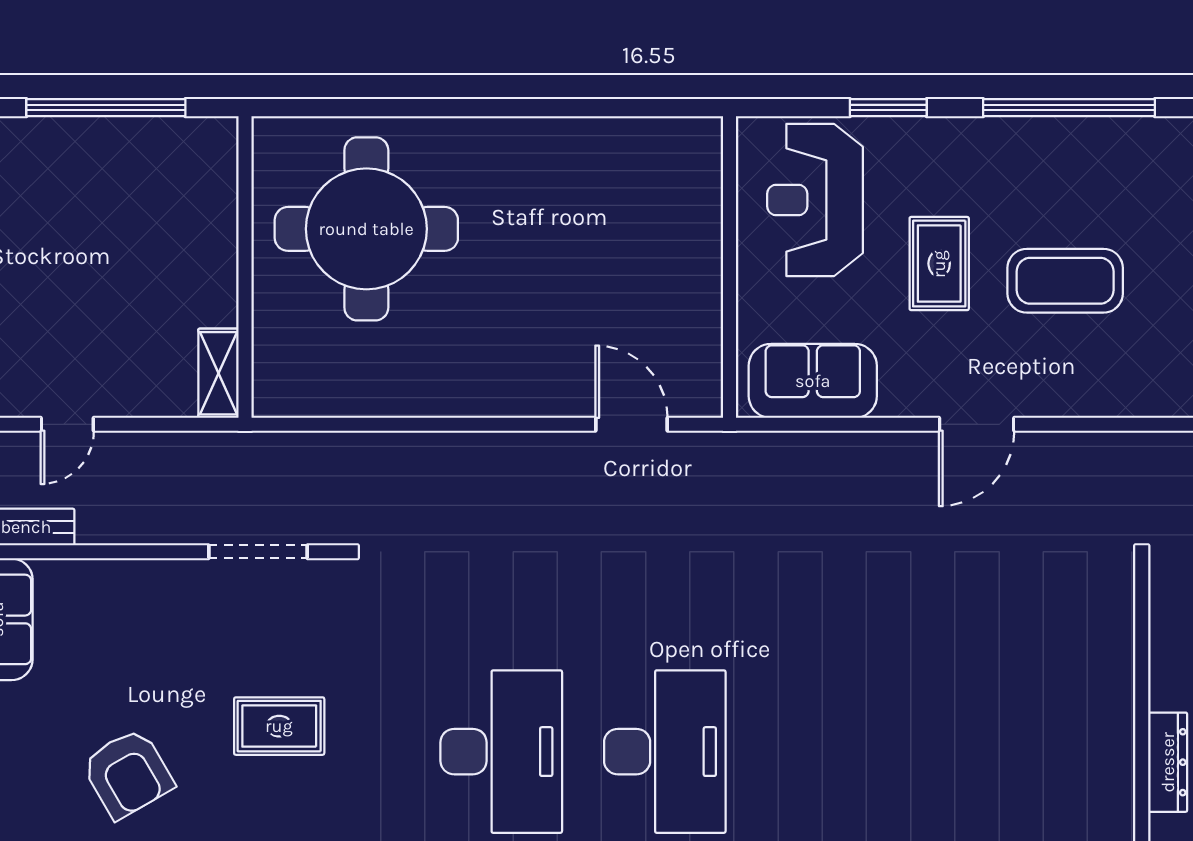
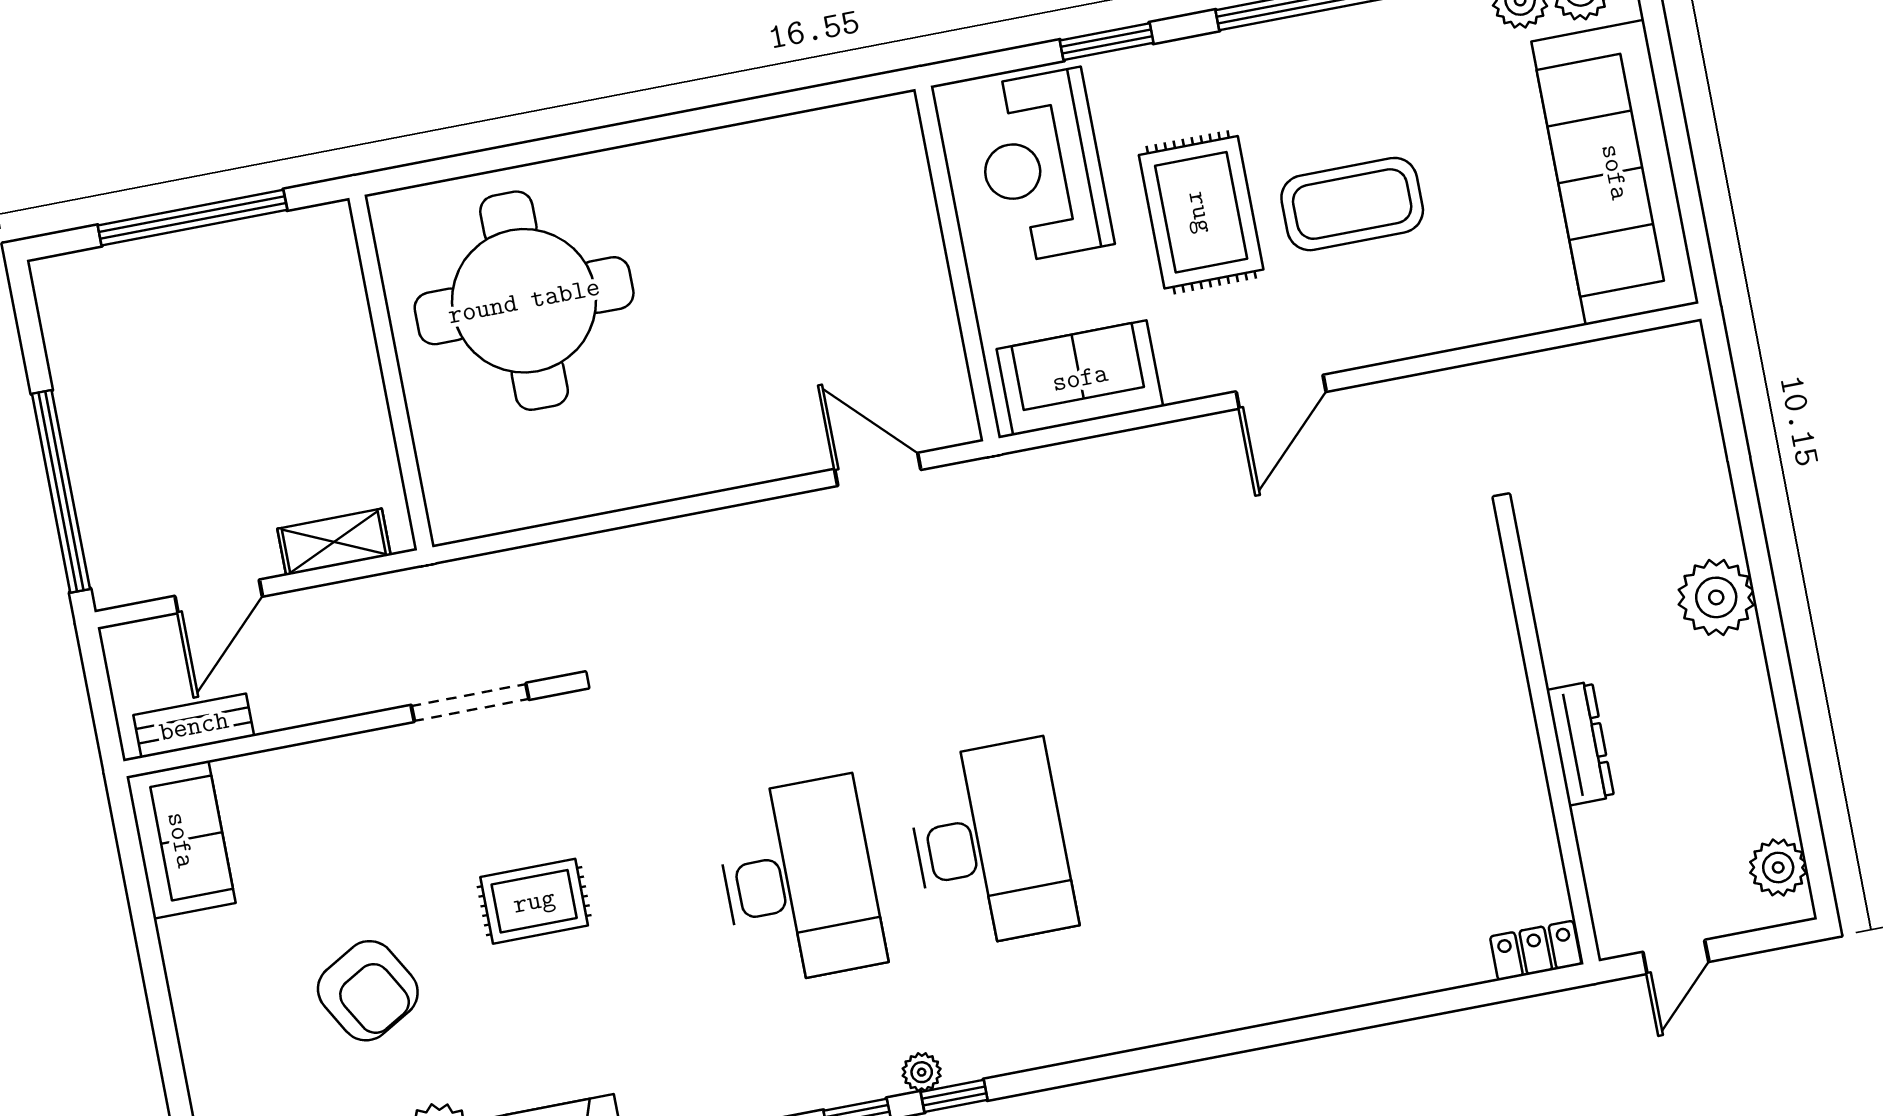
rug: (939, 264) -> (1201, 212), width x1.36, depth x1.43
shelving: (219, 373) -> (334, 542), moved, turned 90
door: (67, 424) -> (219, 596), width x1.38

